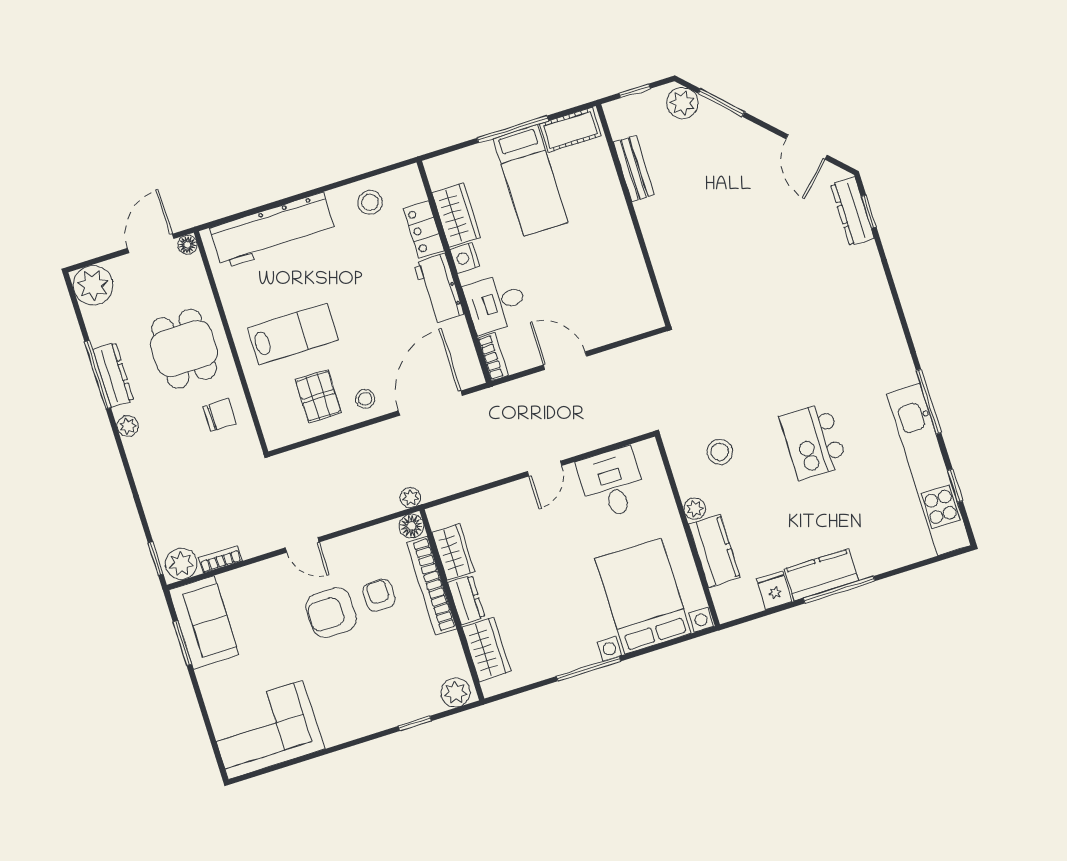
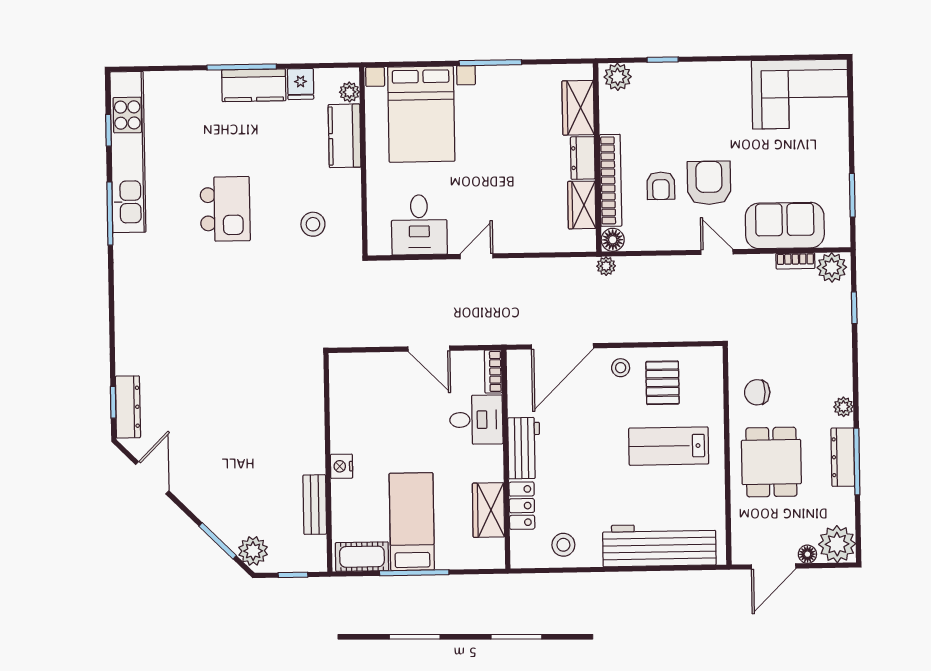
floor lamp: (187, 245) -> (807, 554), moved
nightstand: (465, 258) -> (342, 466), moved, turned 180
plant: (695, 509) -> (349, 92), moved
window: (156, 559) -> (854, 308), moved
armchair: (331, 613) -> (709, 183), turned -90
sofa: (204, 622) -> (785, 226), moved, turned 90

